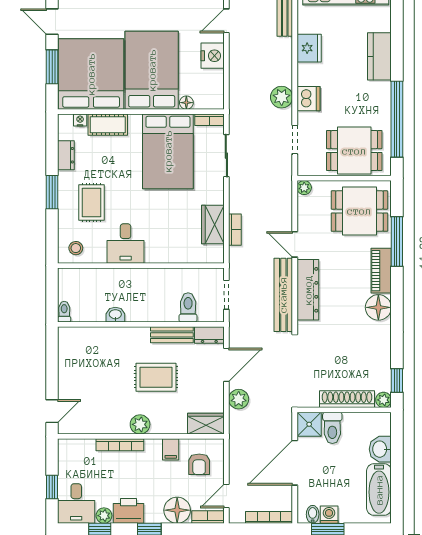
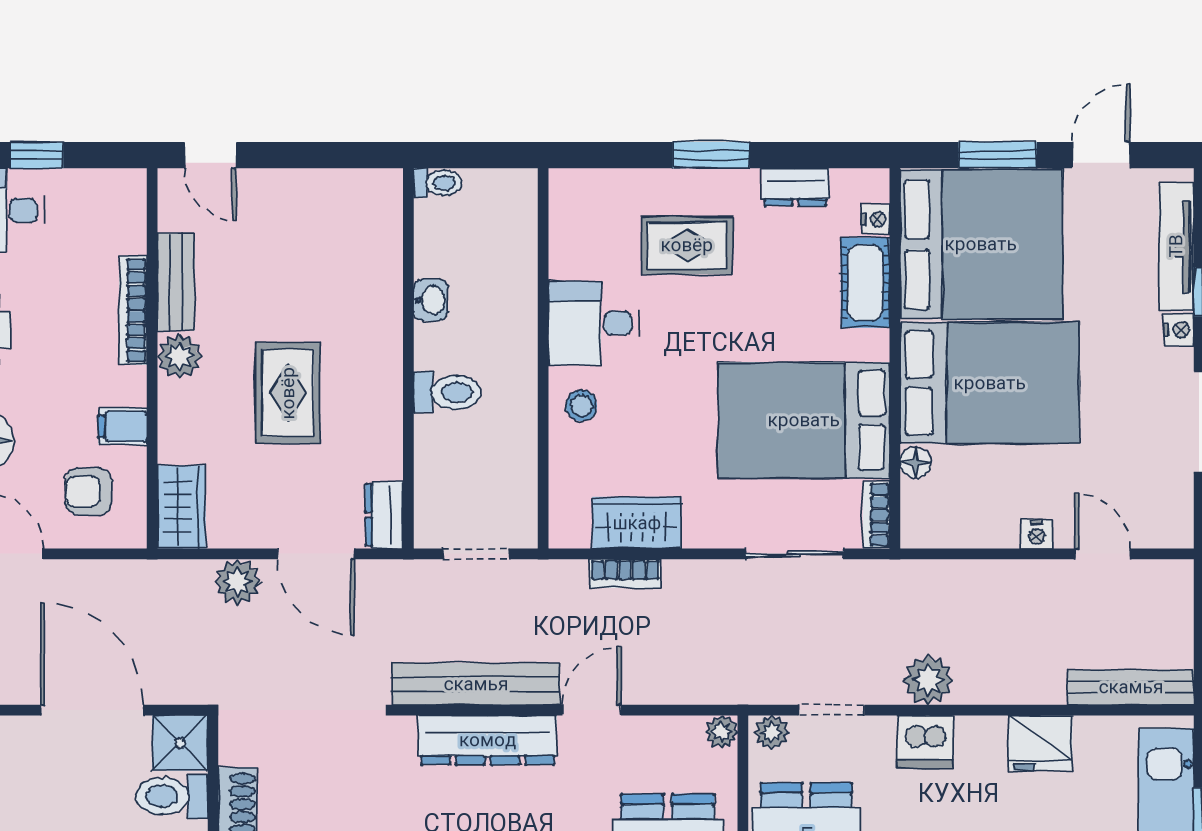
nightstand: (213, 56) -> (1037, 534), width x0.53, depth x0.56
plant: (304, 166) -> (771, 732), added
stool: (76, 248) -> (581, 406), moved
toilet: (188, 307) -> (447, 392), moved
bench: (172, 335) -> (176, 282), moved

